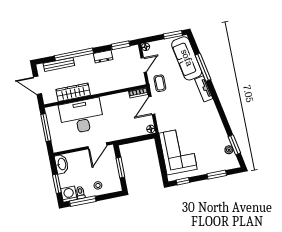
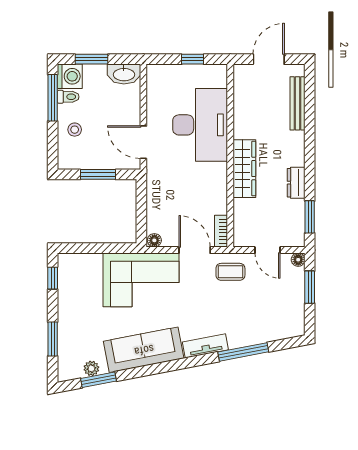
window: (173, 35) -> (310, 287), moved
window: (74, 54) -> (310, 133), removed
sofa: (187, 58) -> (144, 350), moved
wardrobe: (73, 92) -> (244, 169), moved
window: (46, 128) -> (193, 59), width x0.46
corner sofa: (178, 151) -> (141, 280), moved

